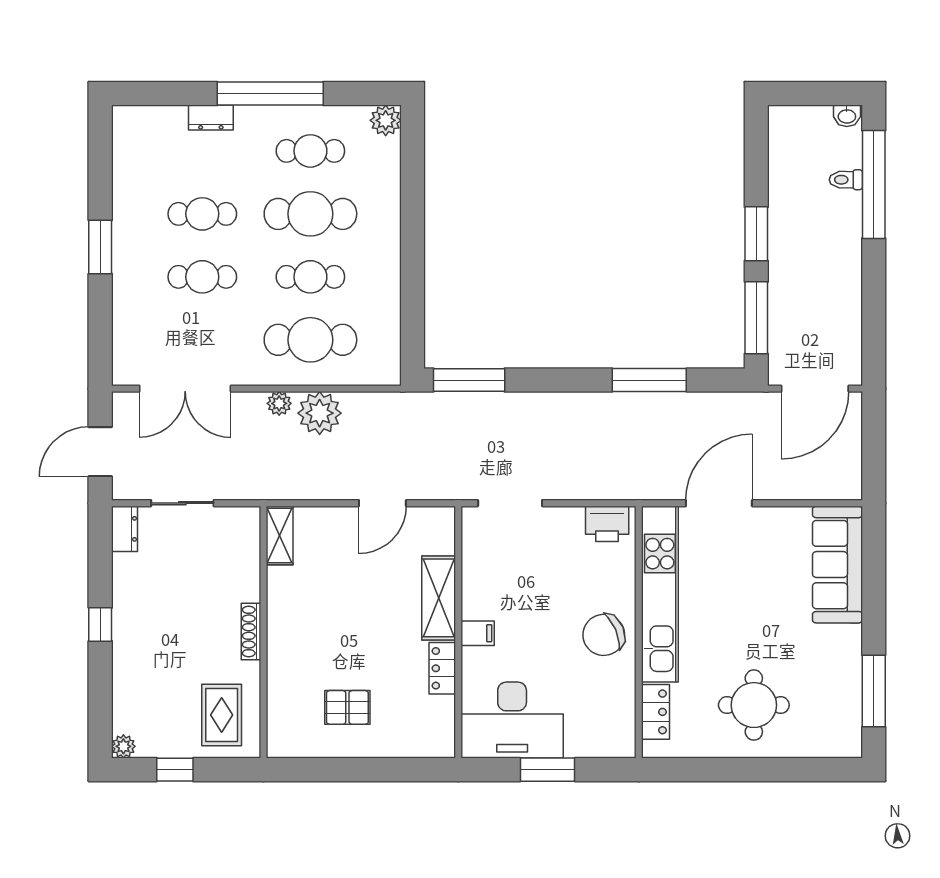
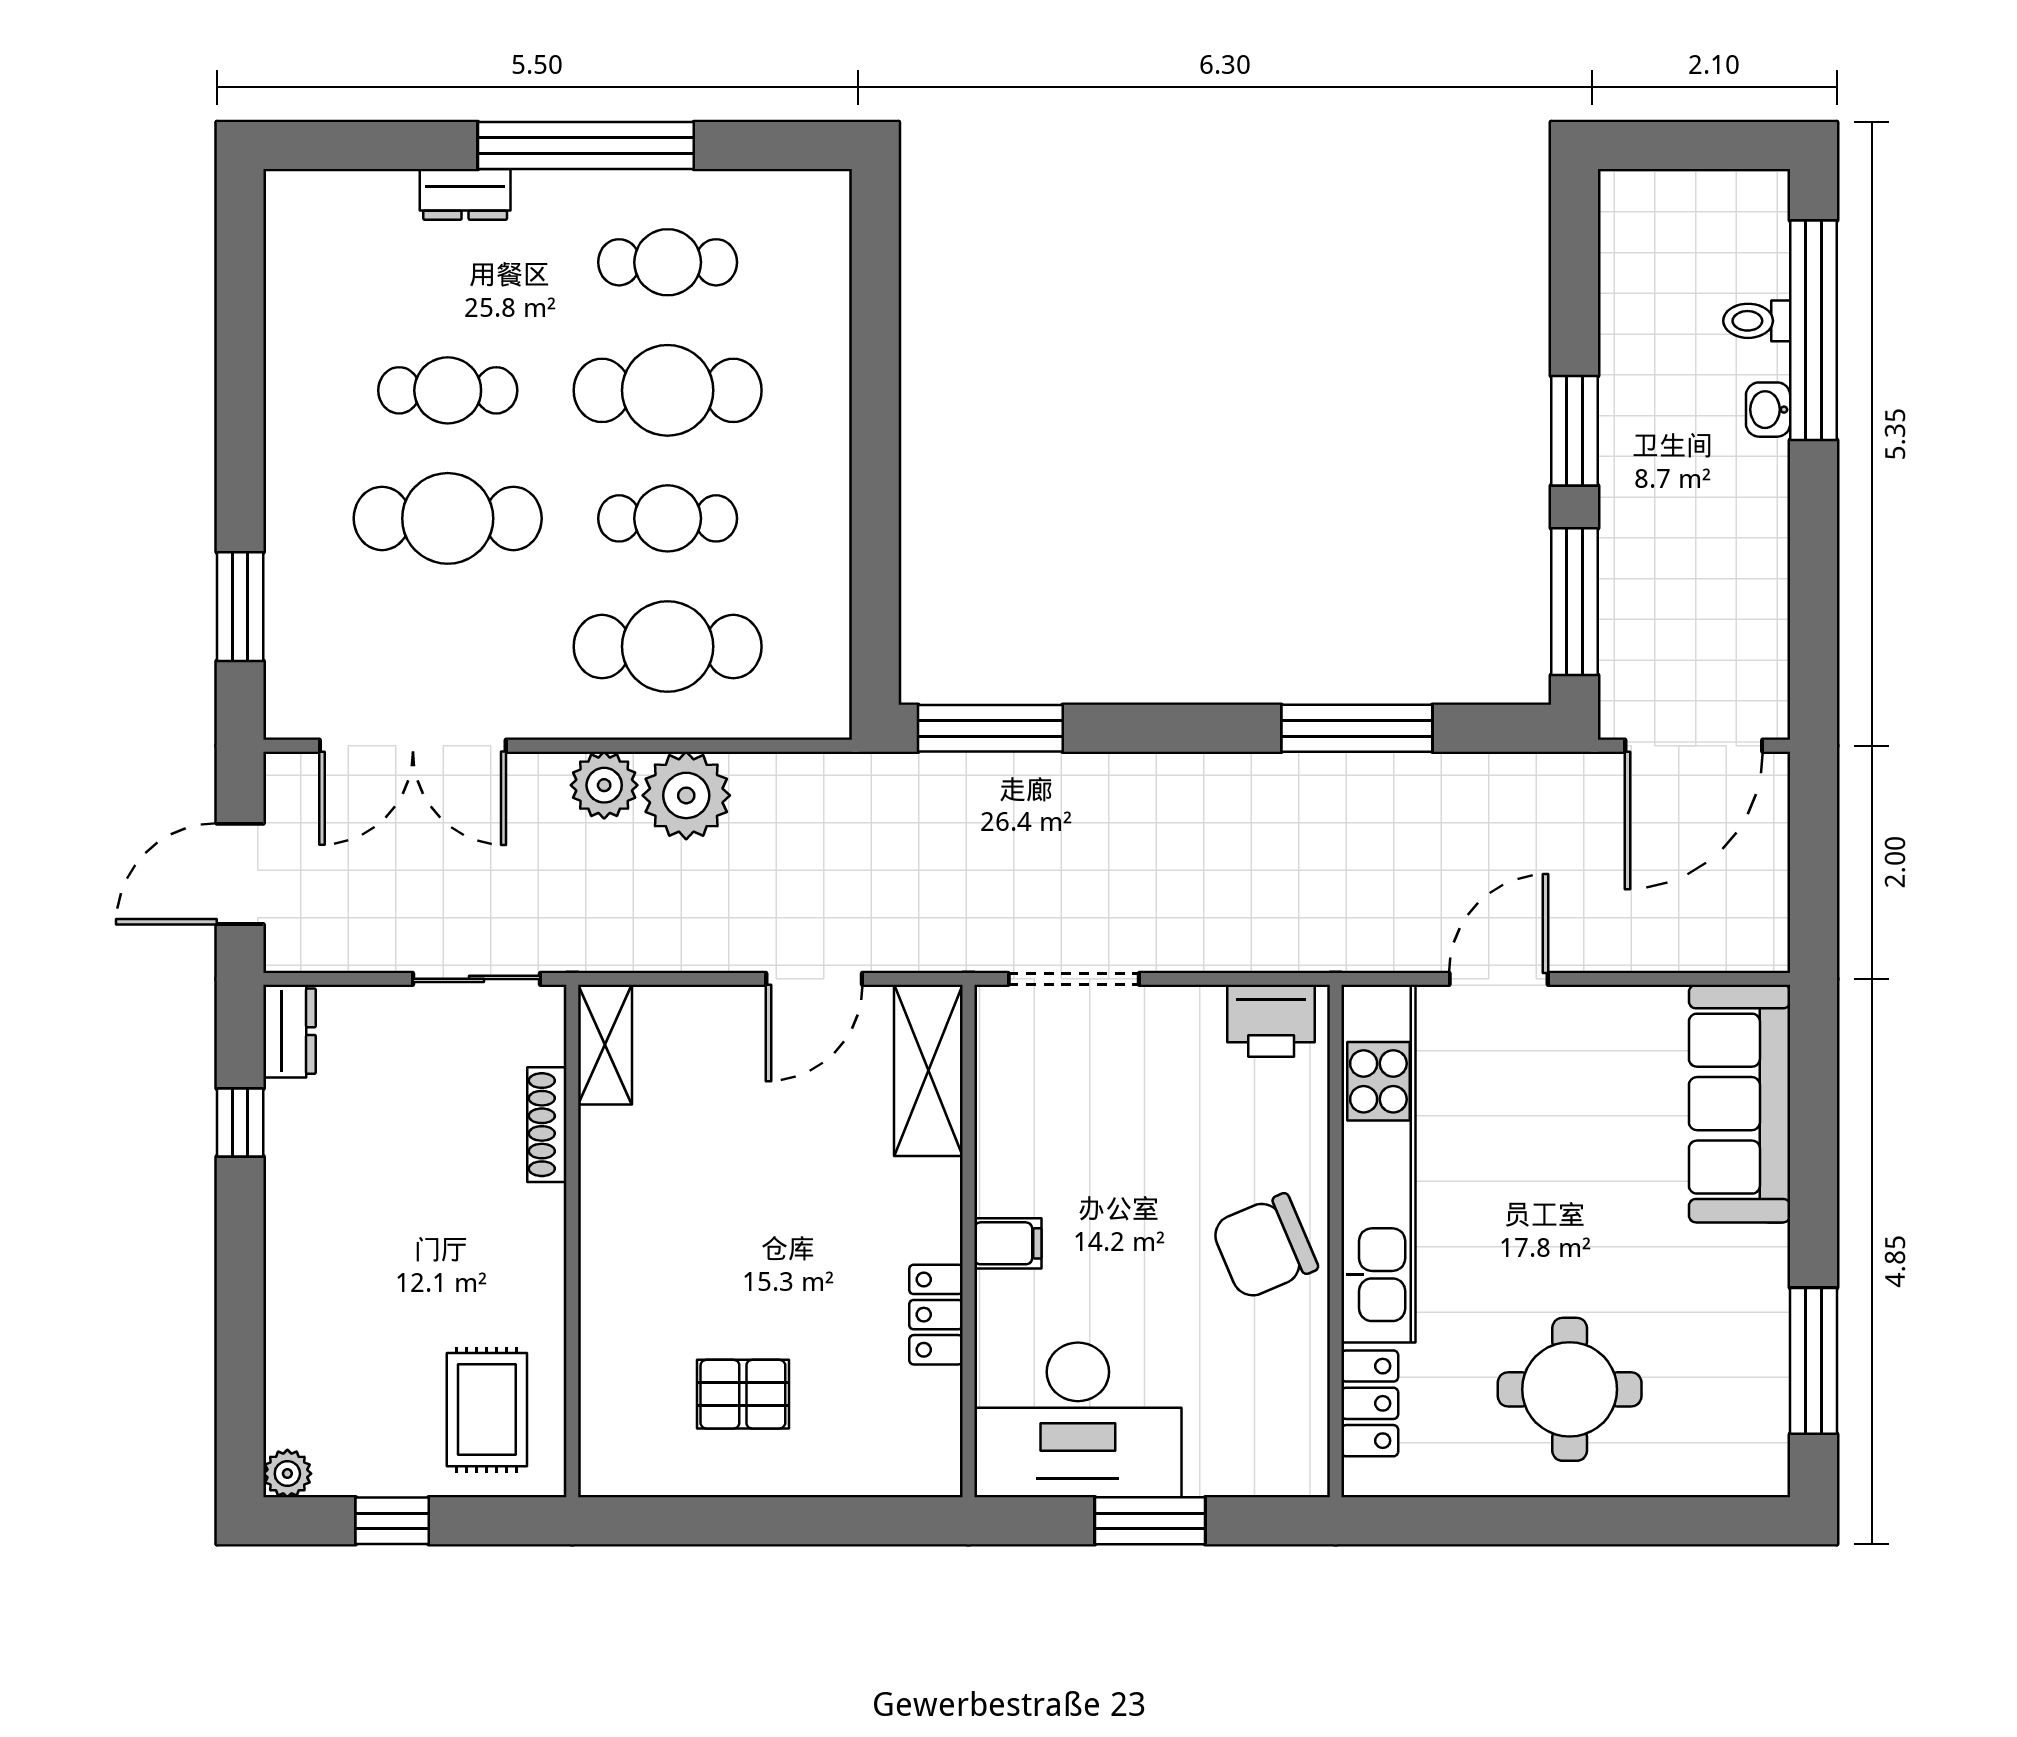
washbasin: (847, 116) -> (1768, 410), moved, turned 90
plant: (386, 120) -> (821, 200), removed
window: (100, 247) -> (240, 607), moved
cafe table: (202, 277) -> (448, 518), width x1.37, depth x1.35
plant: (279, 403) -> (604, 785), width x1.38, depth x1.38
sliding door: (182, 503) -> (476, 979), moved
door: (719, 503) -> (1499, 979), width x0.73
shelving: (439, 598) -> (928, 1070), moved
window: (100, 624) -> (240, 1122), moved
shoe rack: (251, 632) -> (547, 1125), moved

